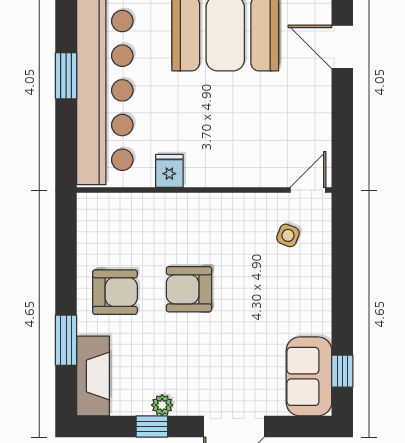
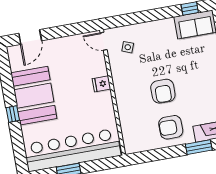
fridge: (169, 171) -> (101, 84), moved
armchair: (115, 292) -> (171, 127), turned -90

